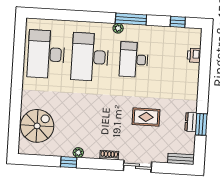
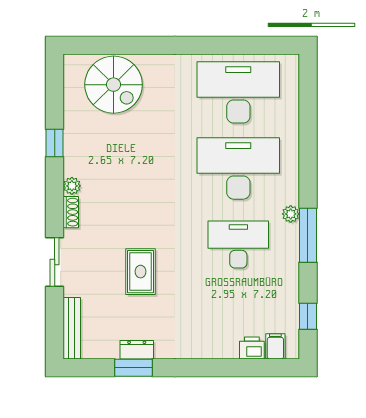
filing cabinet: (194, 42) -> (275, 346), added
plant: (78, 153) -> (72, 186), moved
bench: (181, 159) -> (72, 328), width x1.36

